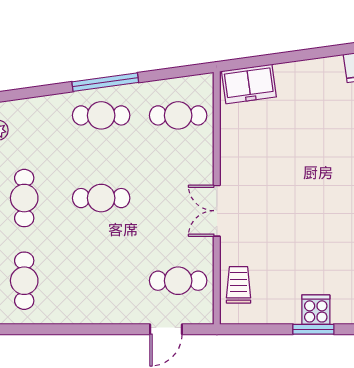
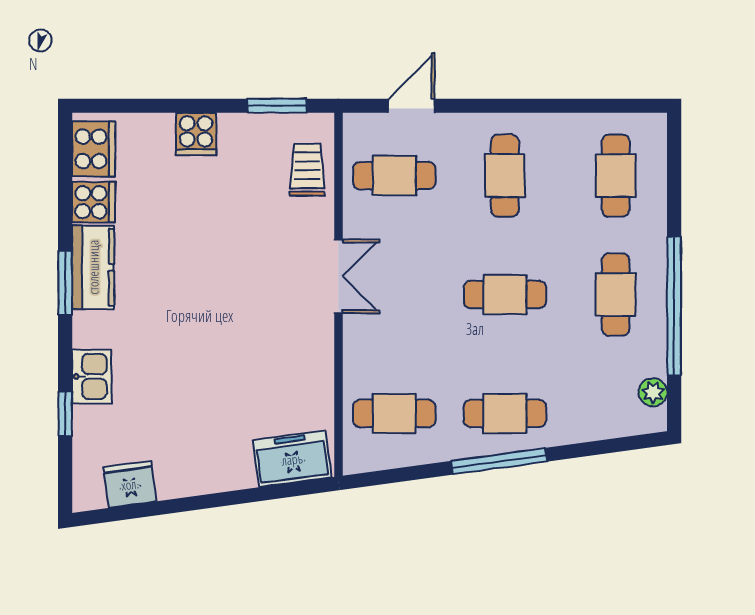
cafe table: (101, 281) -> (505, 176), added
trolley: (239, 285) -> (307, 170), turned 180
window: (313, 329) -> (277, 106), moved

